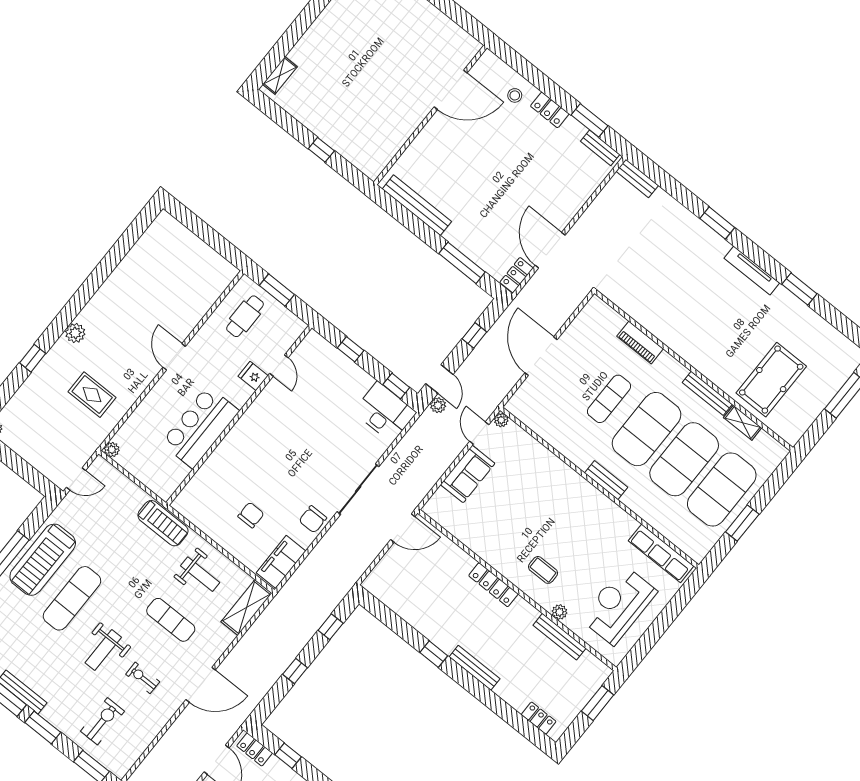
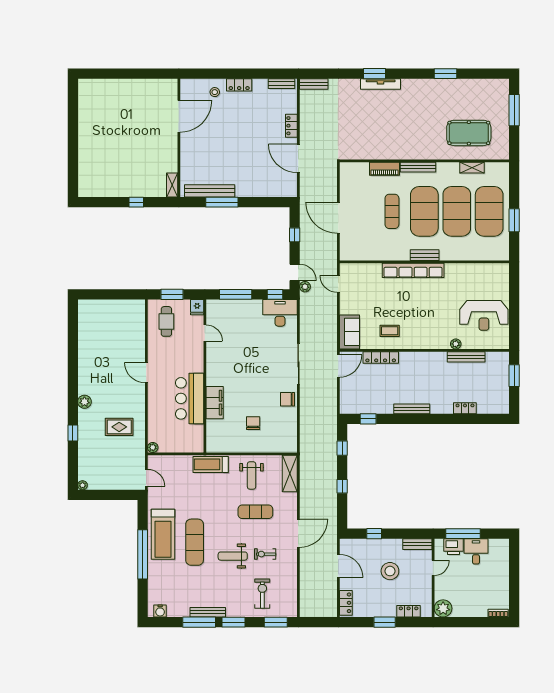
shelving: (280, 75) -> (172, 185), moved
window: (590, 120) -> (264, 74), removed
window: (462, 263) -> (222, 202), moved
tv unit: (752, 271) -> (381, 84), moved
locker: (517, 275) -> (291, 126), moved
window: (351, 349) -> (236, 294), width x2.17
fridge: (253, 376) -> (197, 307), moved, turned -90
pool table: (771, 380) -> (469, 133), turned 90
bench: (707, 393) -> (418, 167), moved
plant: (501, 420) -> (344, 268), removed
sofa: (468, 474) -> (349, 332), moved
door: (76, 479) -> (146, 478), hinge flipped
chair: (313, 519) -> (287, 399), turned 90
treadmill: (163, 523) -> (211, 464), turned 180
row of seats: (661, 553) -> (413, 270), moved, width x1.36
filing cabinet: (281, 562) -> (215, 403), moved, turned 180
coffee table: (543, 570) -> (390, 331), moved
weight bench: (200, 574) -> (252, 475), turned 90
locker: (493, 585) -> (381, 357), moved
reception desk: (619, 605) -> (484, 315), turned -90
weight bench: (103, 650) -> (233, 556), turned 90
window: (434, 654) -> (368, 419), moved
bench: (475, 668) -> (412, 409), moved
locker: (539, 718) -> (465, 408), moved
locker: (255, 749) -> (354, 544), removed

